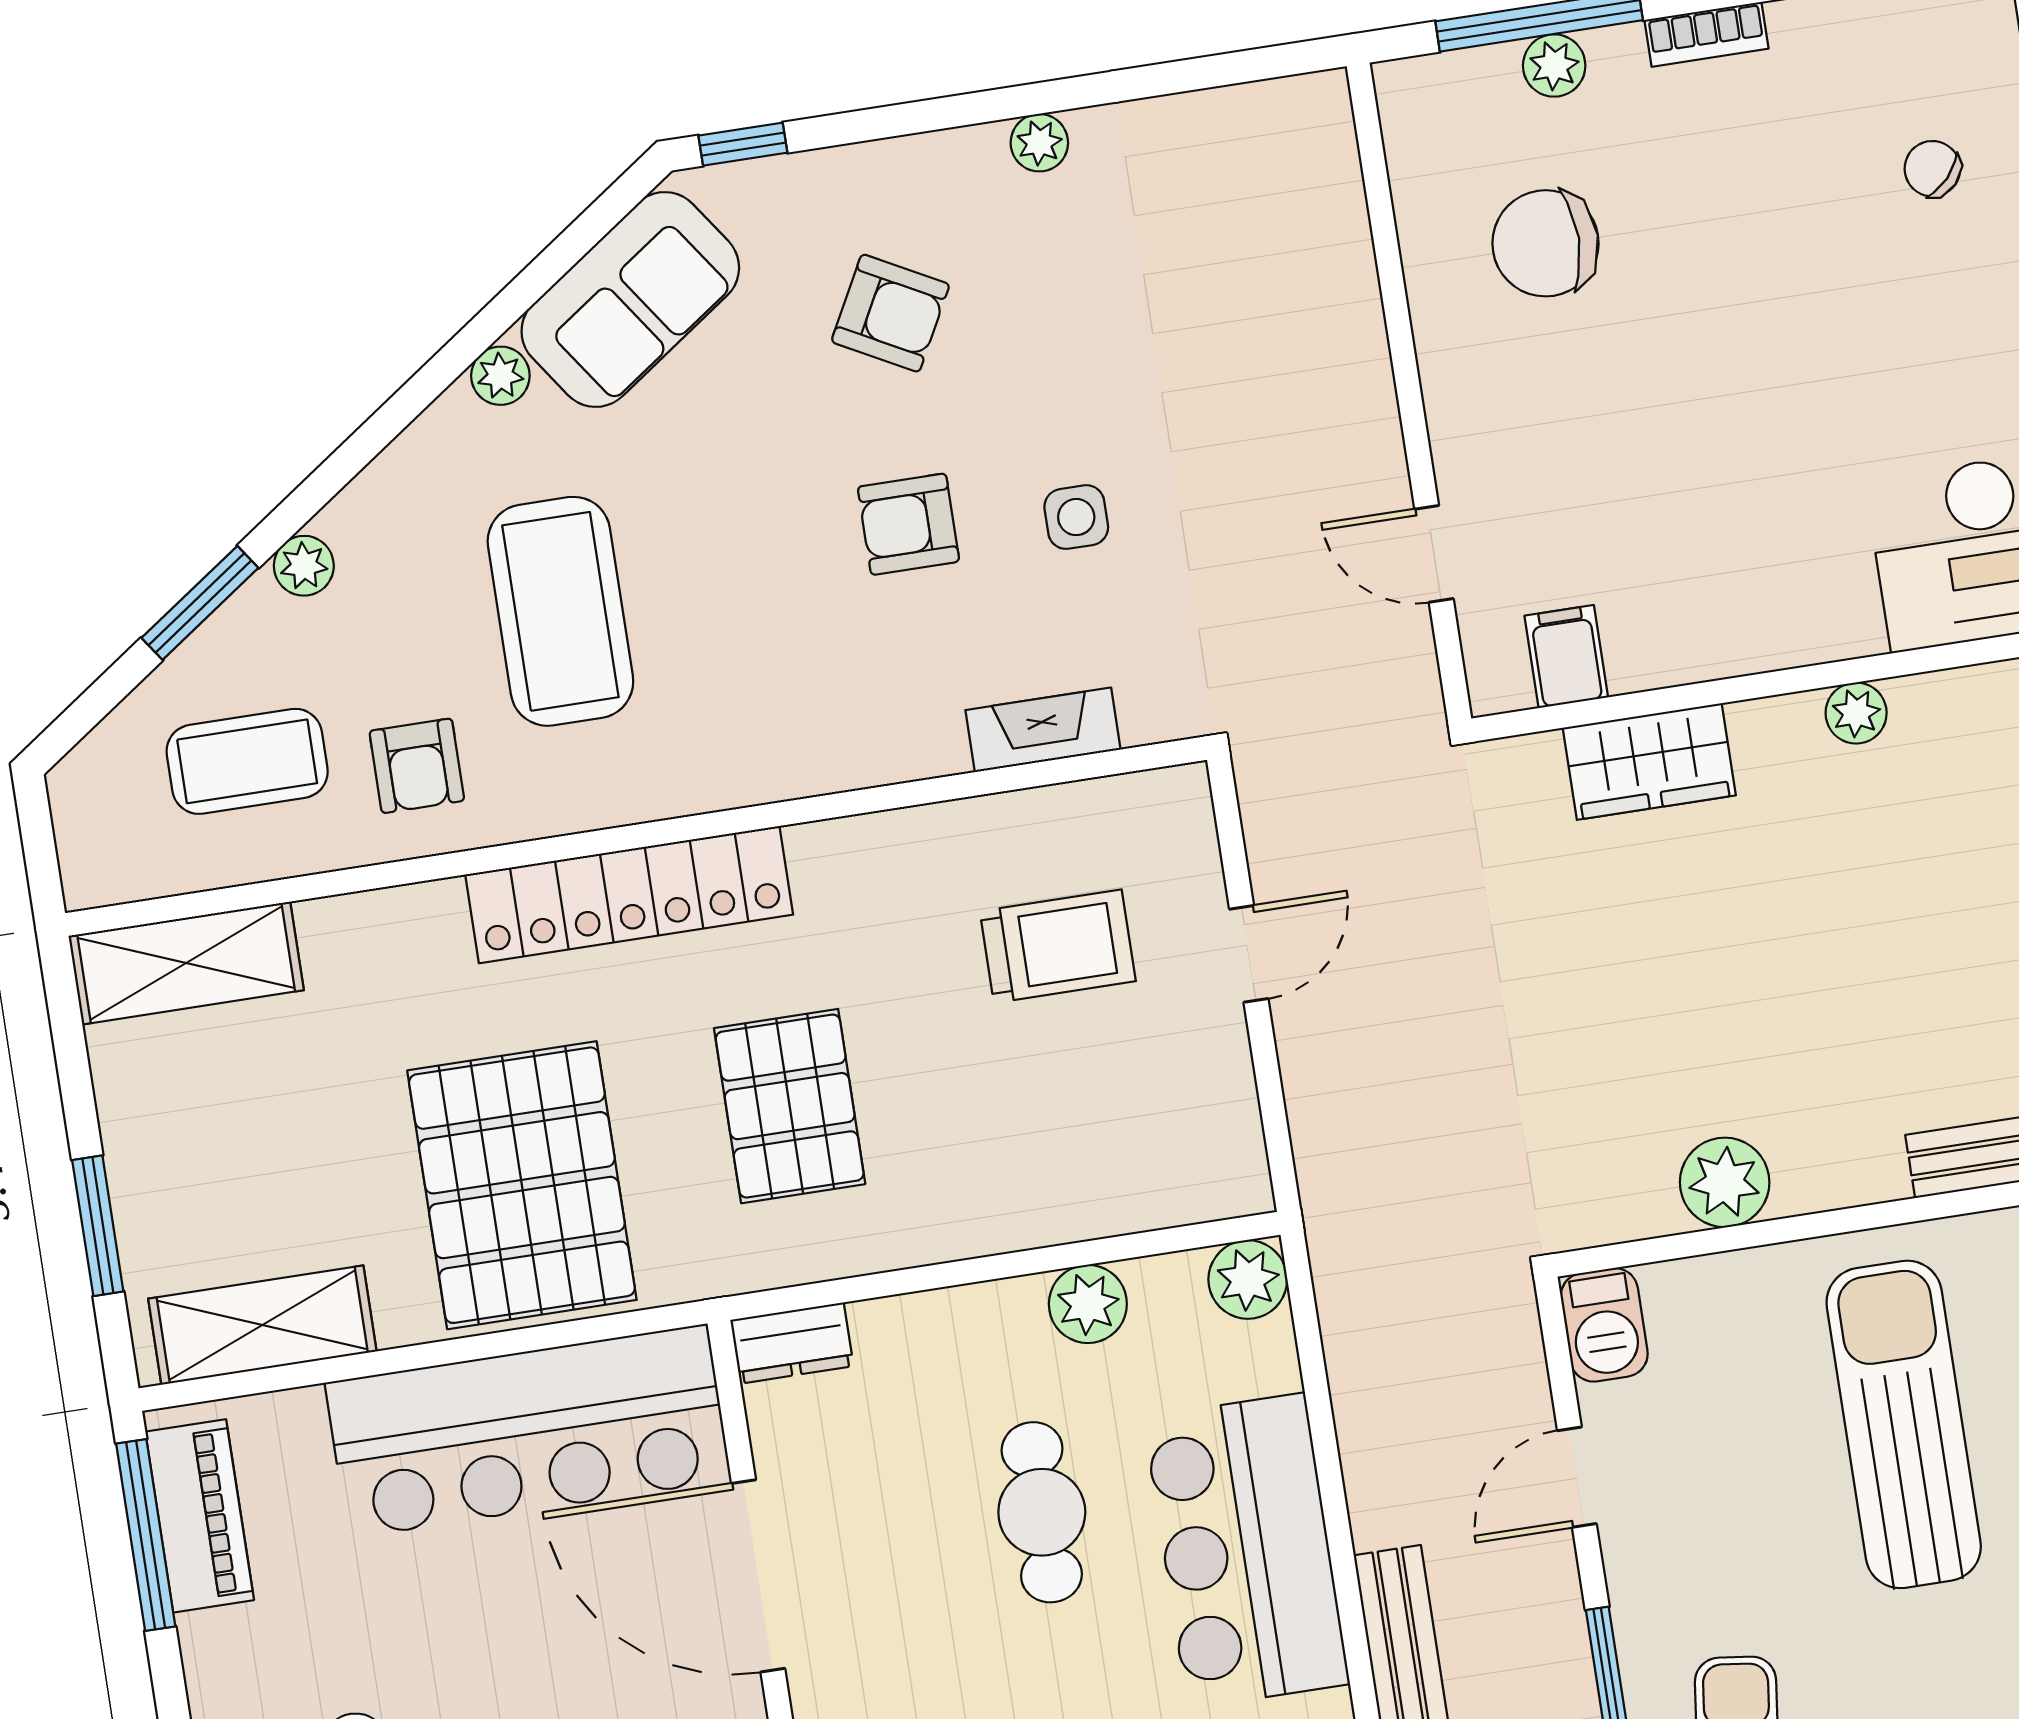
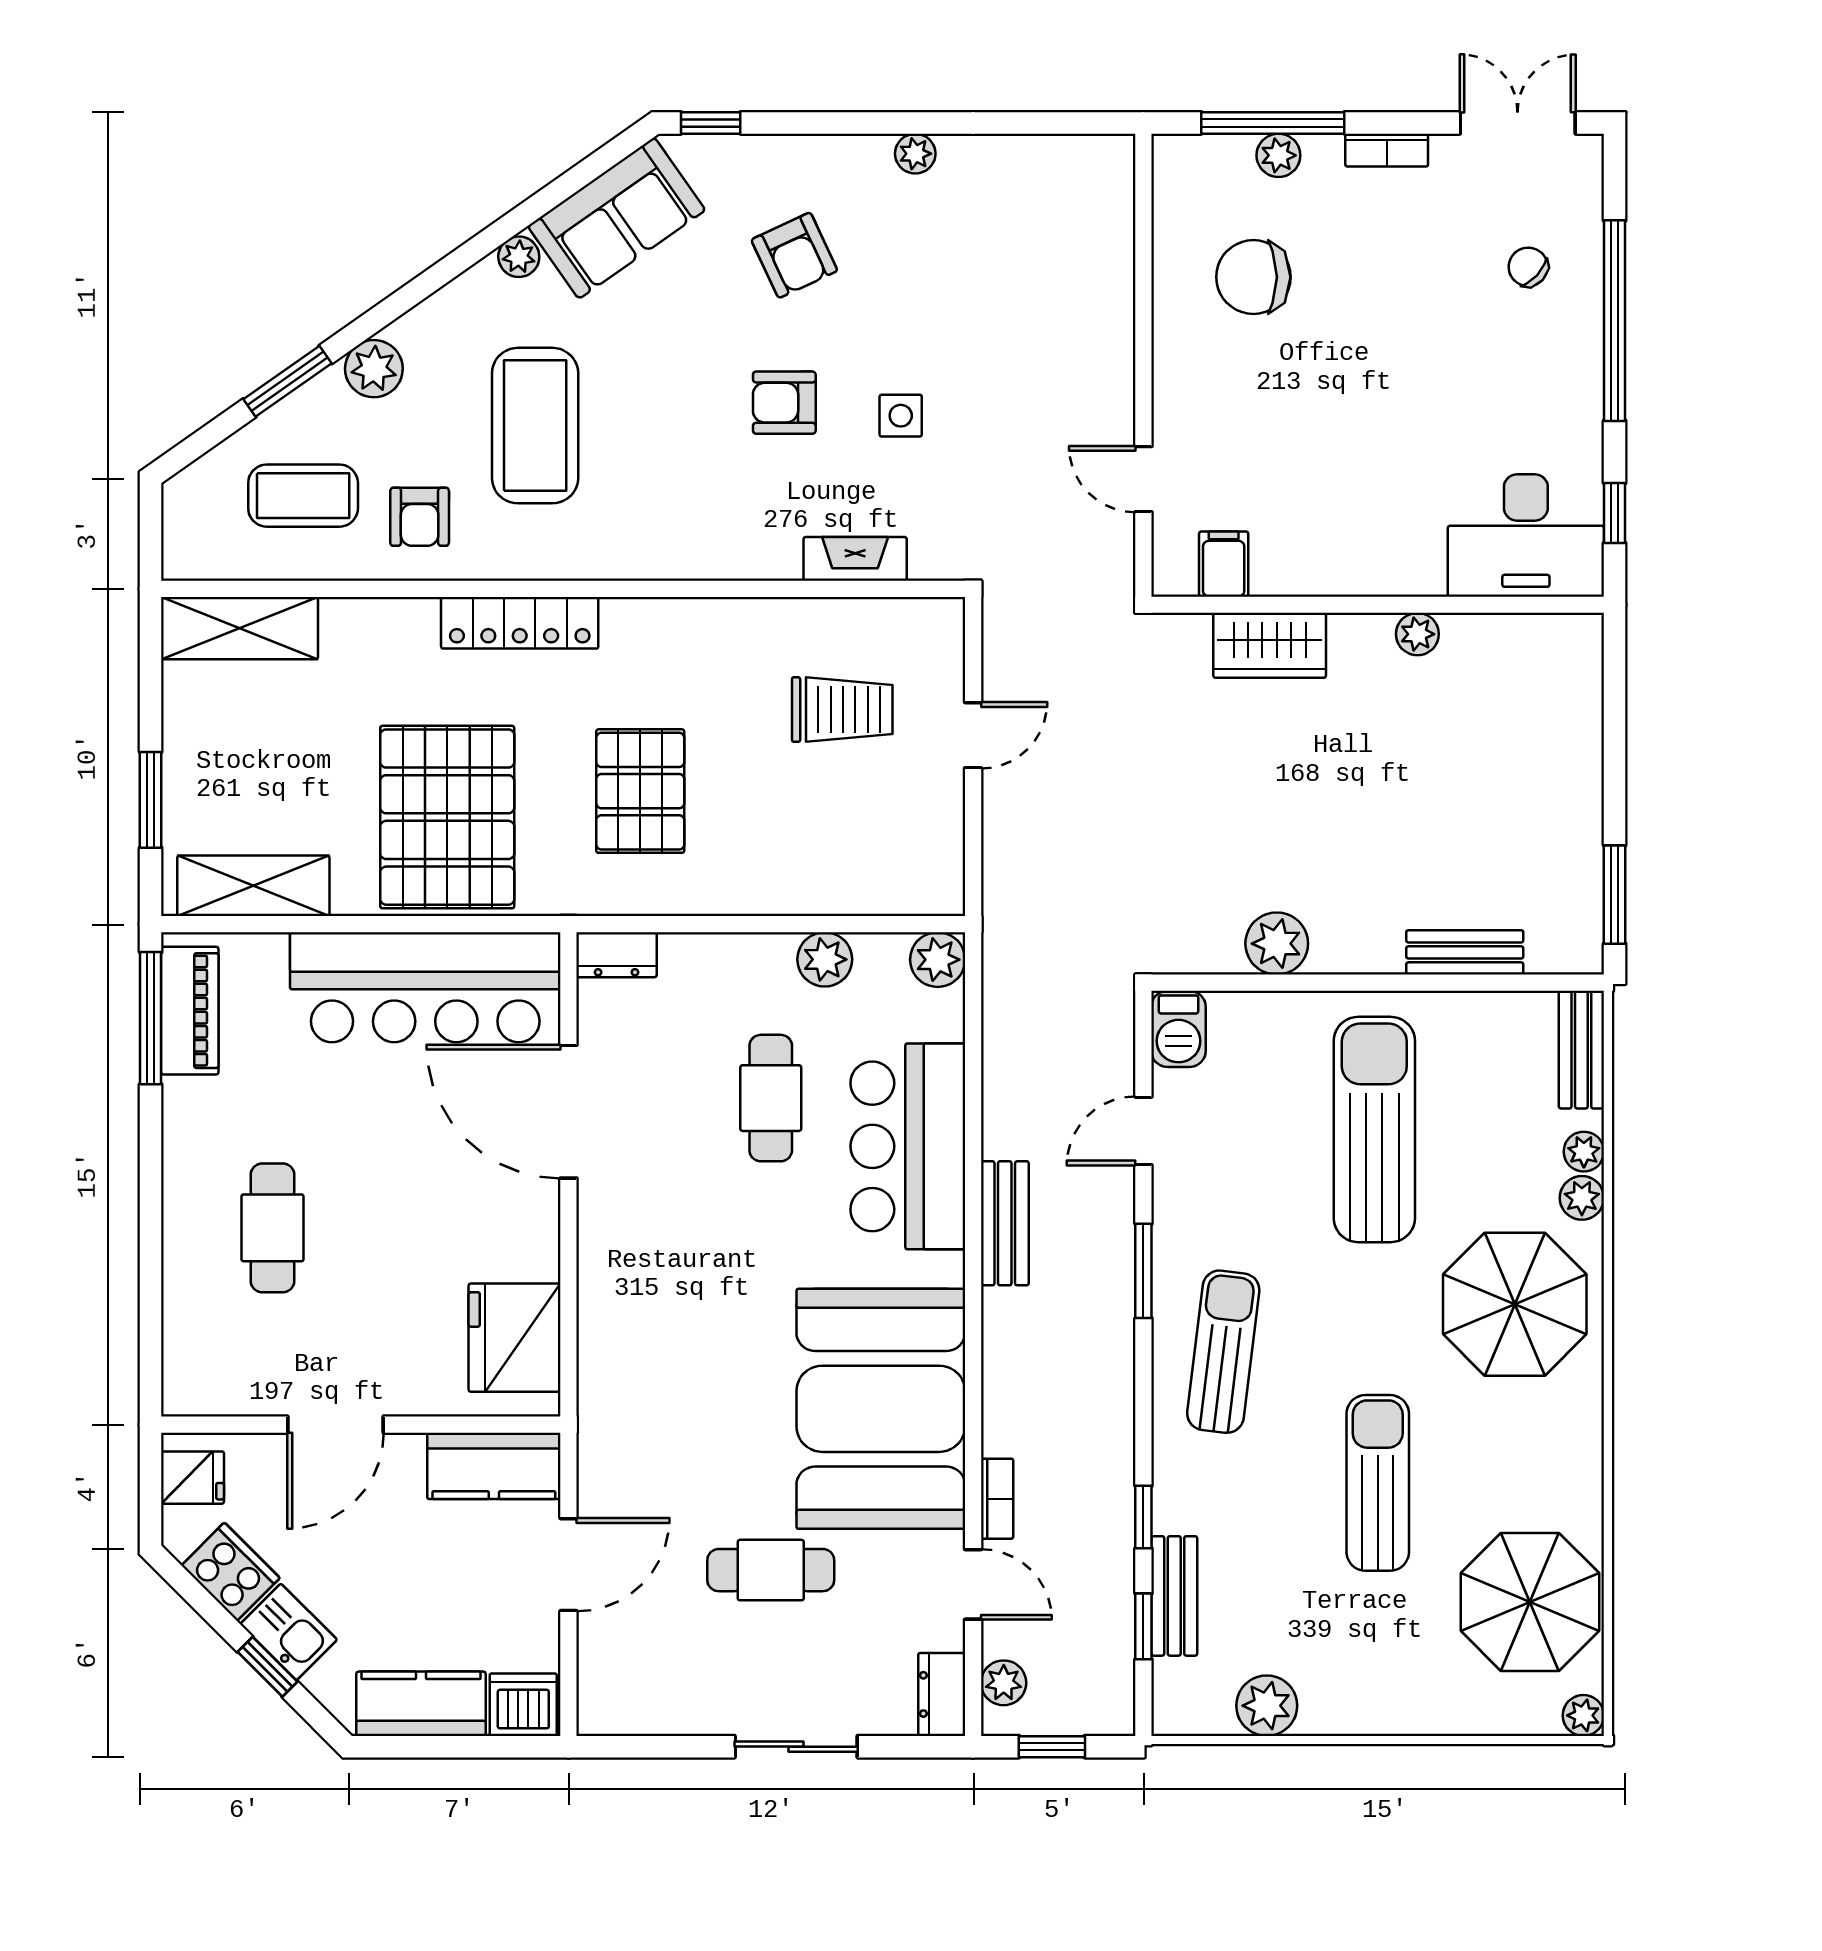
armchair: (890, 313) -> (794, 255), turned 37
plant: (304, 566) -> (374, 369), width x1.38, depth x1.38
locker: (629, 895) -> (520, 623), width x0.71, depth x0.83

